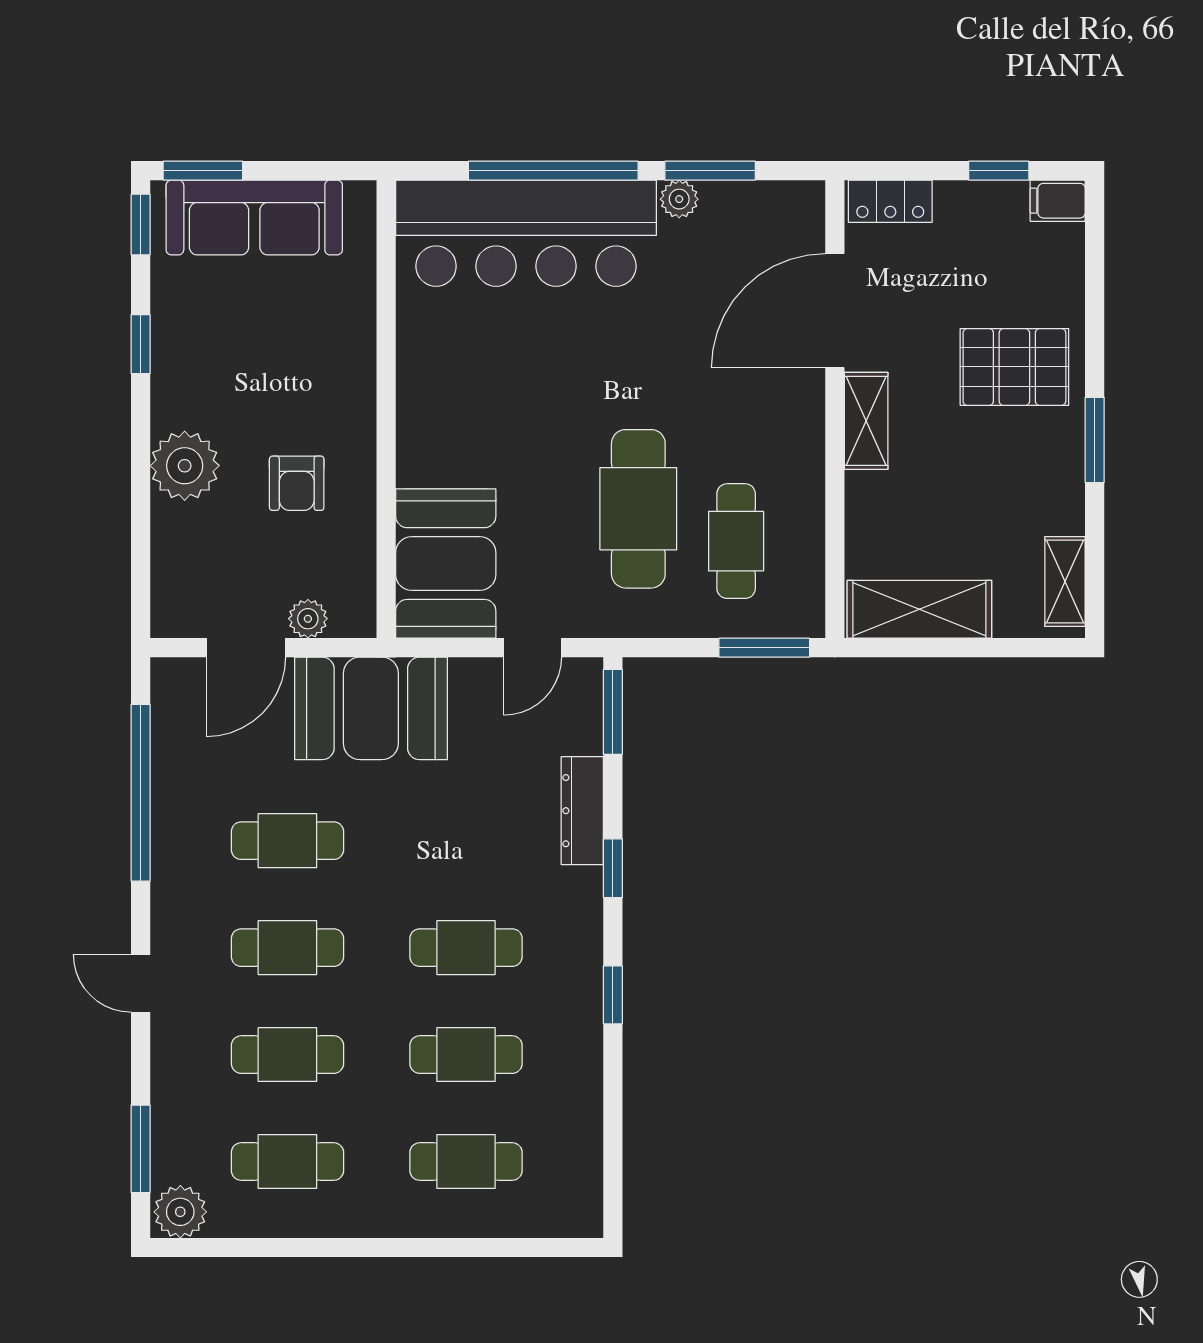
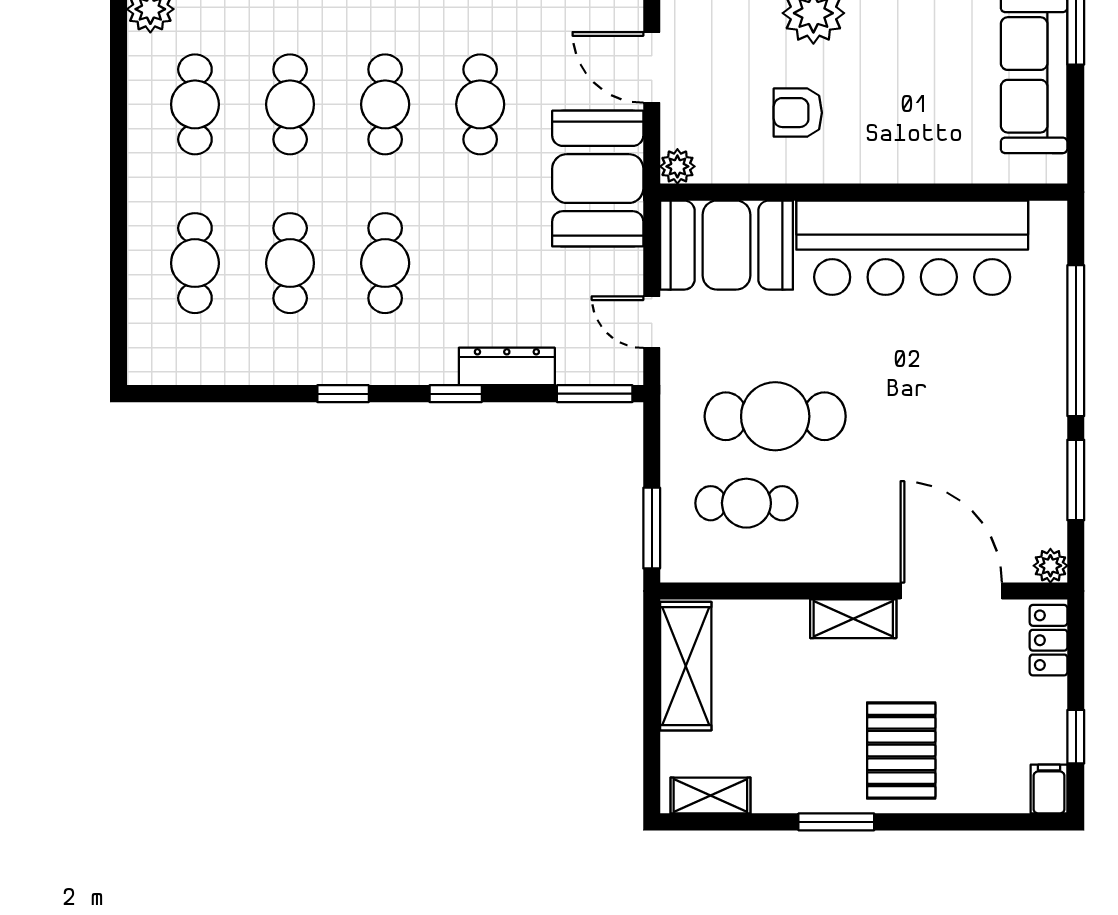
plant: (679, 199) -> (1050, 566), moved
bar counter: (526, 233) -> (912, 248), moved, turned -90
plant: (308, 619) -> (677, 166), moved

